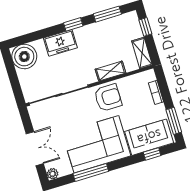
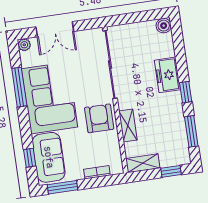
boiler: (24, 57) -> (164, 26), width x0.54, depth x0.54
armchair: (108, 98) -> (99, 118), turned 180

